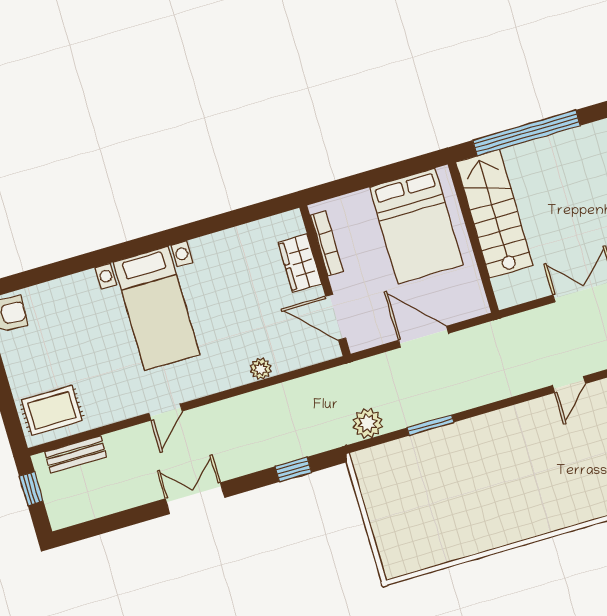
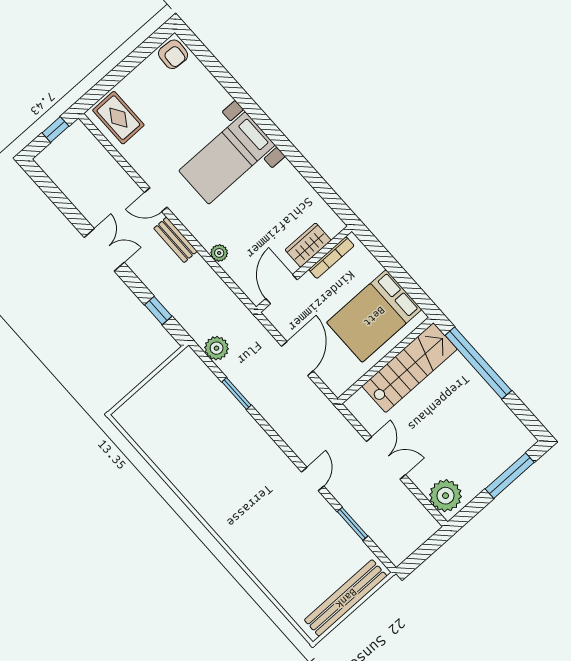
door: (569, 385) -> (313, 479), swing flipped
bench: (76, 454) -> (175, 240), moved

